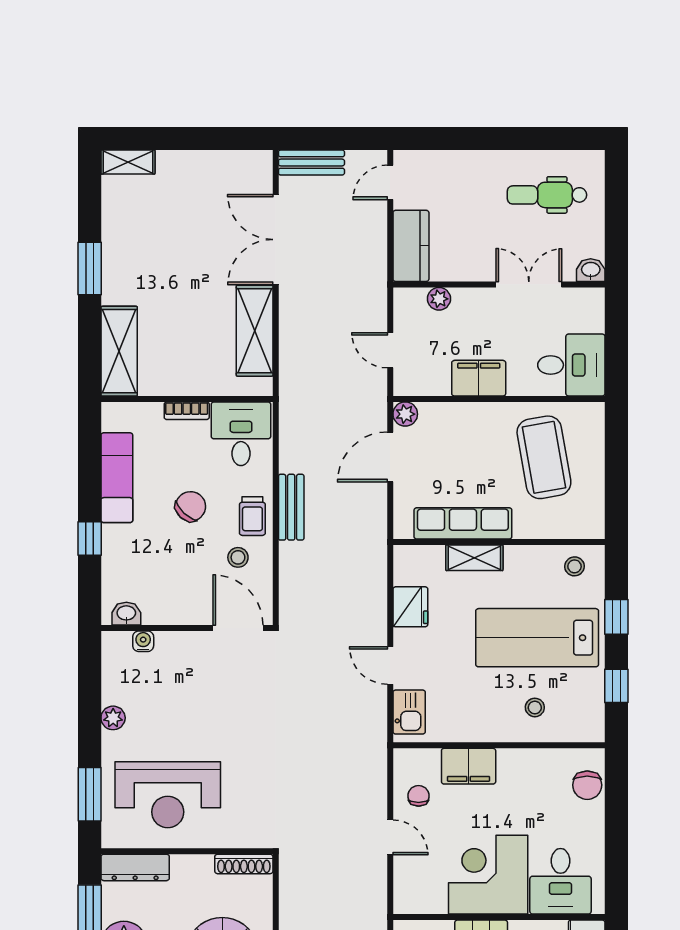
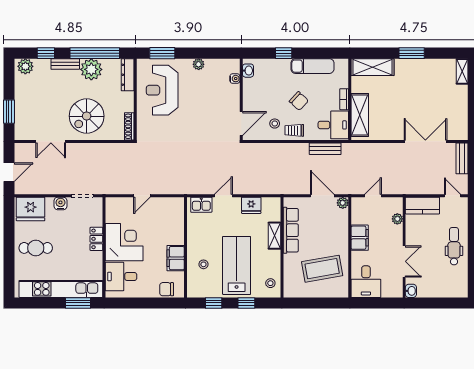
dental chair: (547, 195) -> (454, 246), moved
shelving: (255, 331) -> (360, 115), moved, turned 90
bench: (291, 507) -> (325, 149), moved
filing cabinet: (469, 766) -> (176, 258), moved
chair: (419, 796) -> (162, 209), removed

